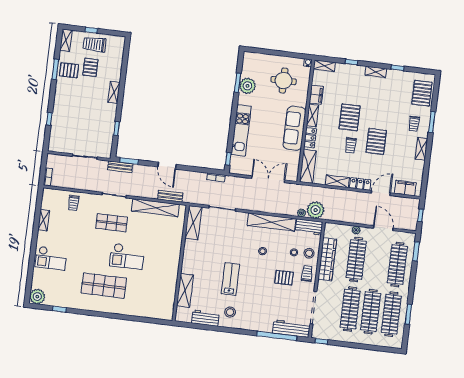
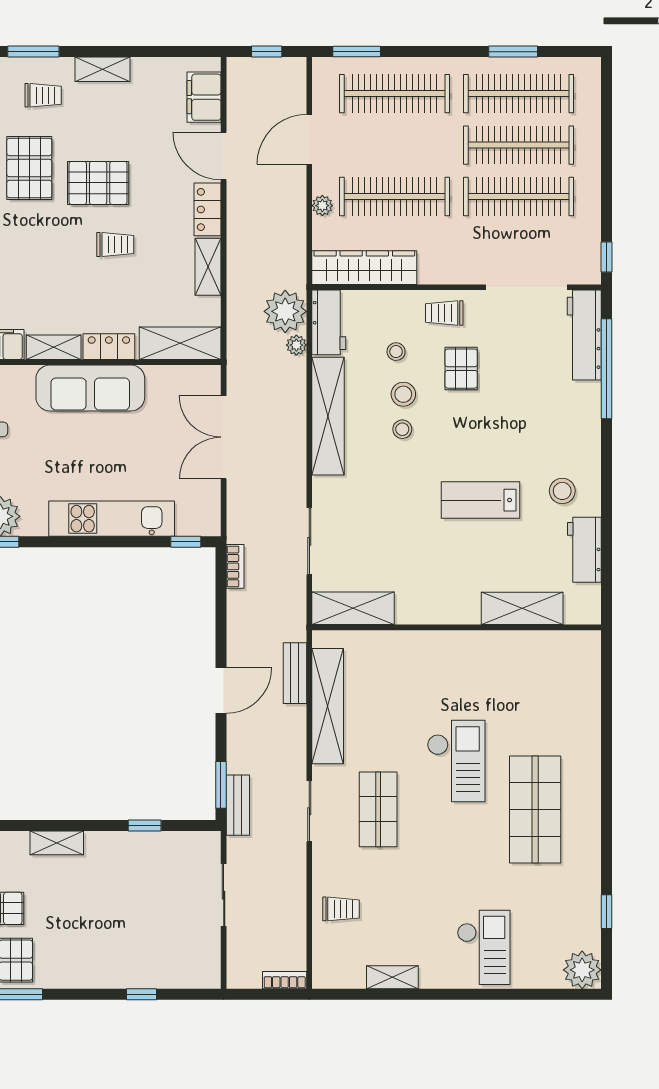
pallet: (350, 117) -> (29, 168), moved, turned 90
stool: (309, 253) -> (403, 394), moved
wardrobe: (327, 259) -> (364, 268), moved

